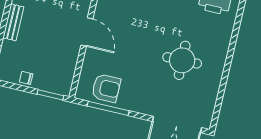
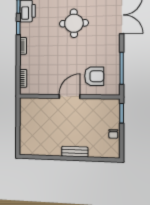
armchair: (106, 88) -> (94, 76), moved, turned 90

